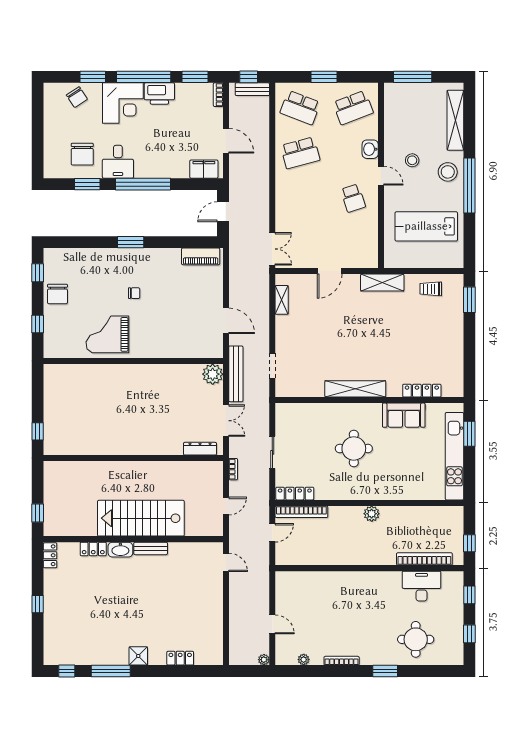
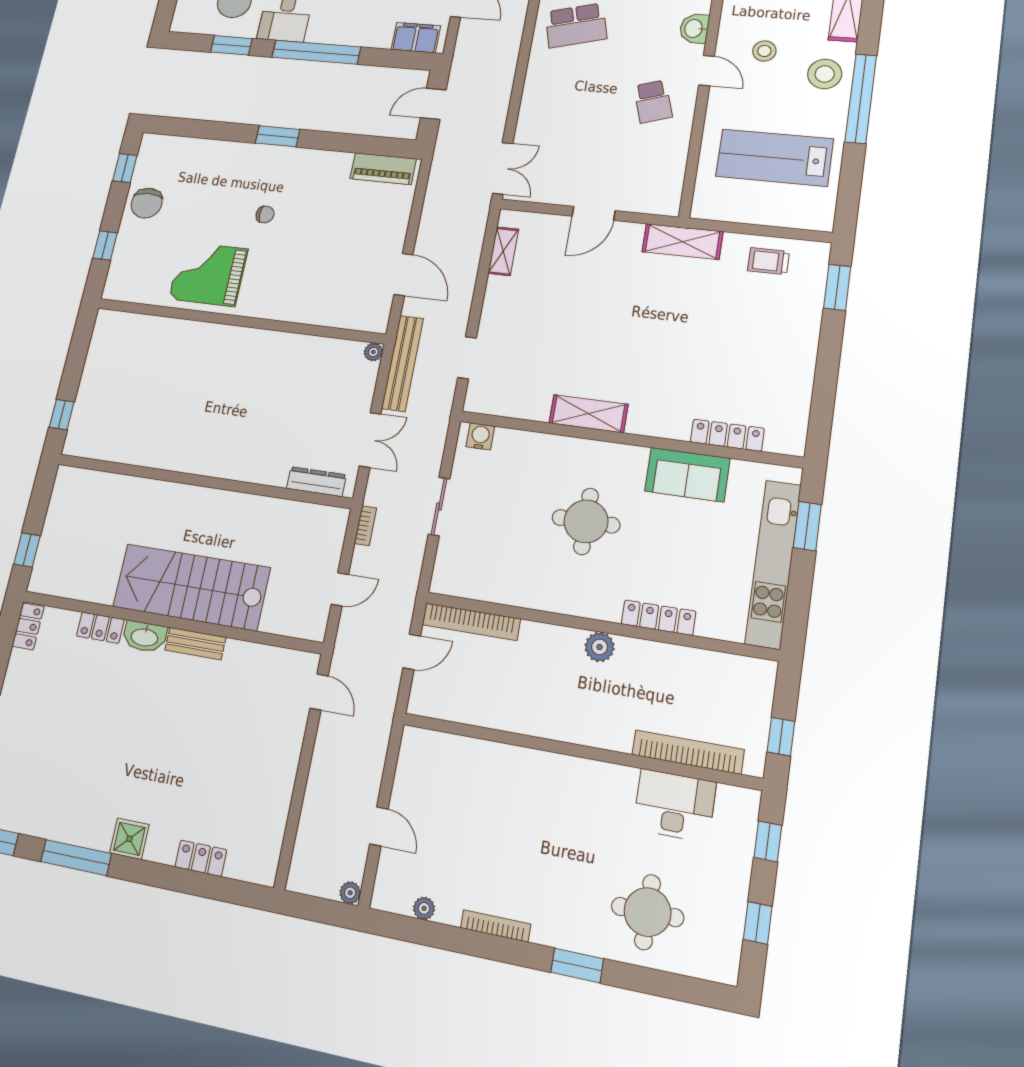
plant: (213, 374) -> (373, 352), width x0.53, depth x0.53
shelving: (355, 389) -> (589, 414), width x0.68
water cooler: (288, 410) -> (480, 436), added
locker: (295, 494) -> (658, 618), moved

